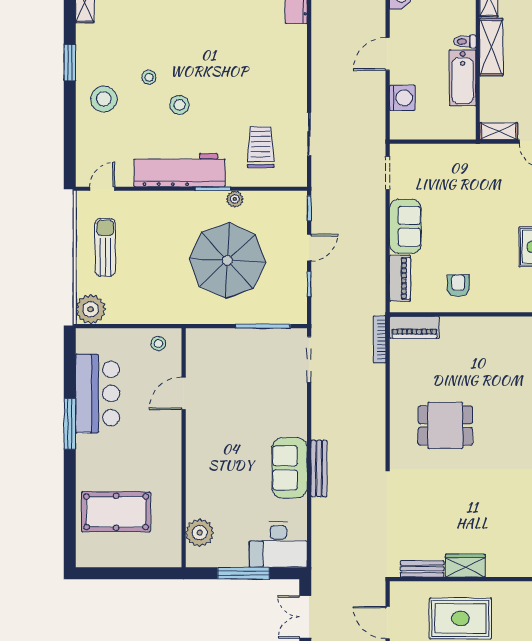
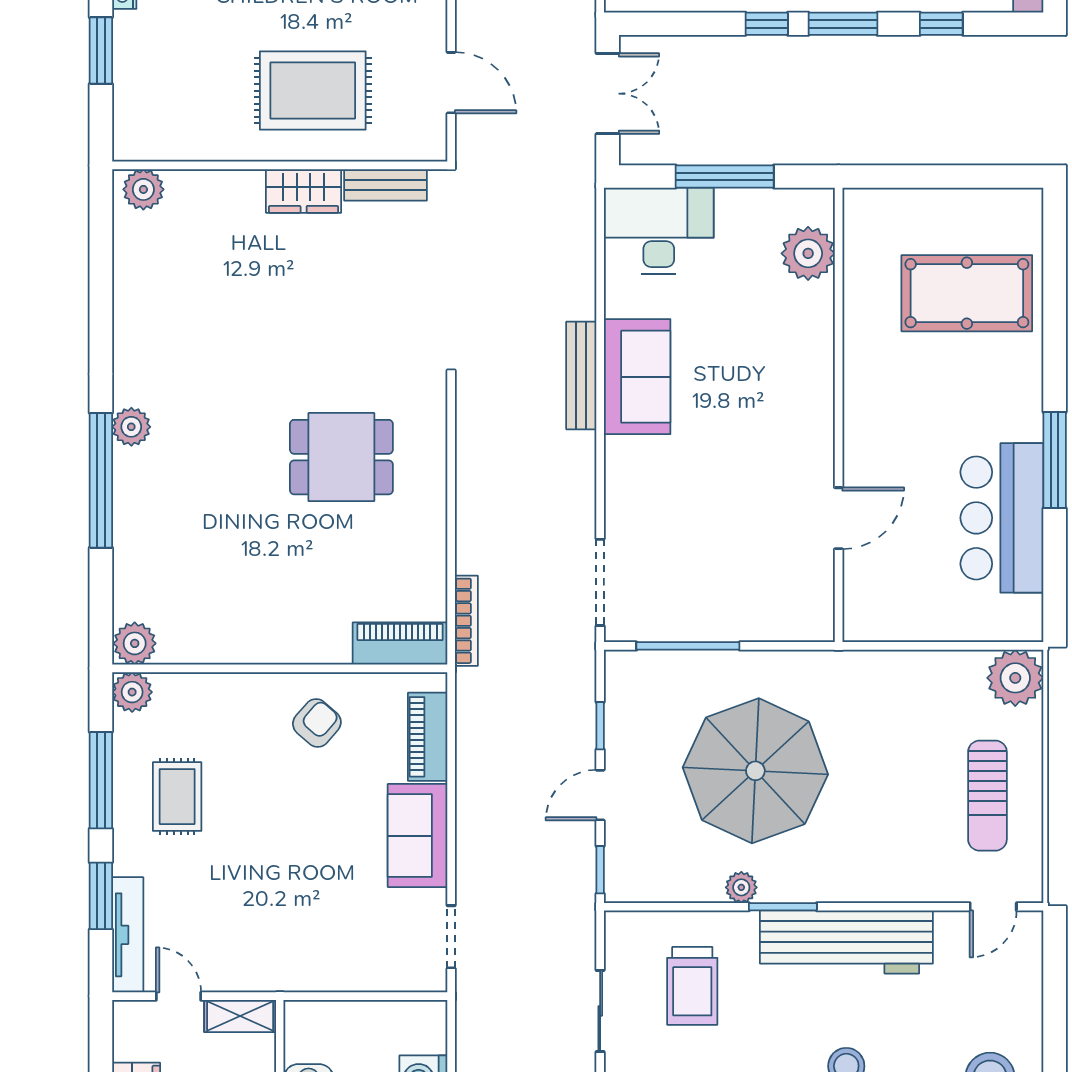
armchair: (458, 286) -> (317, 723), turned -139
stool: (158, 343) -> (886, 613), removed

